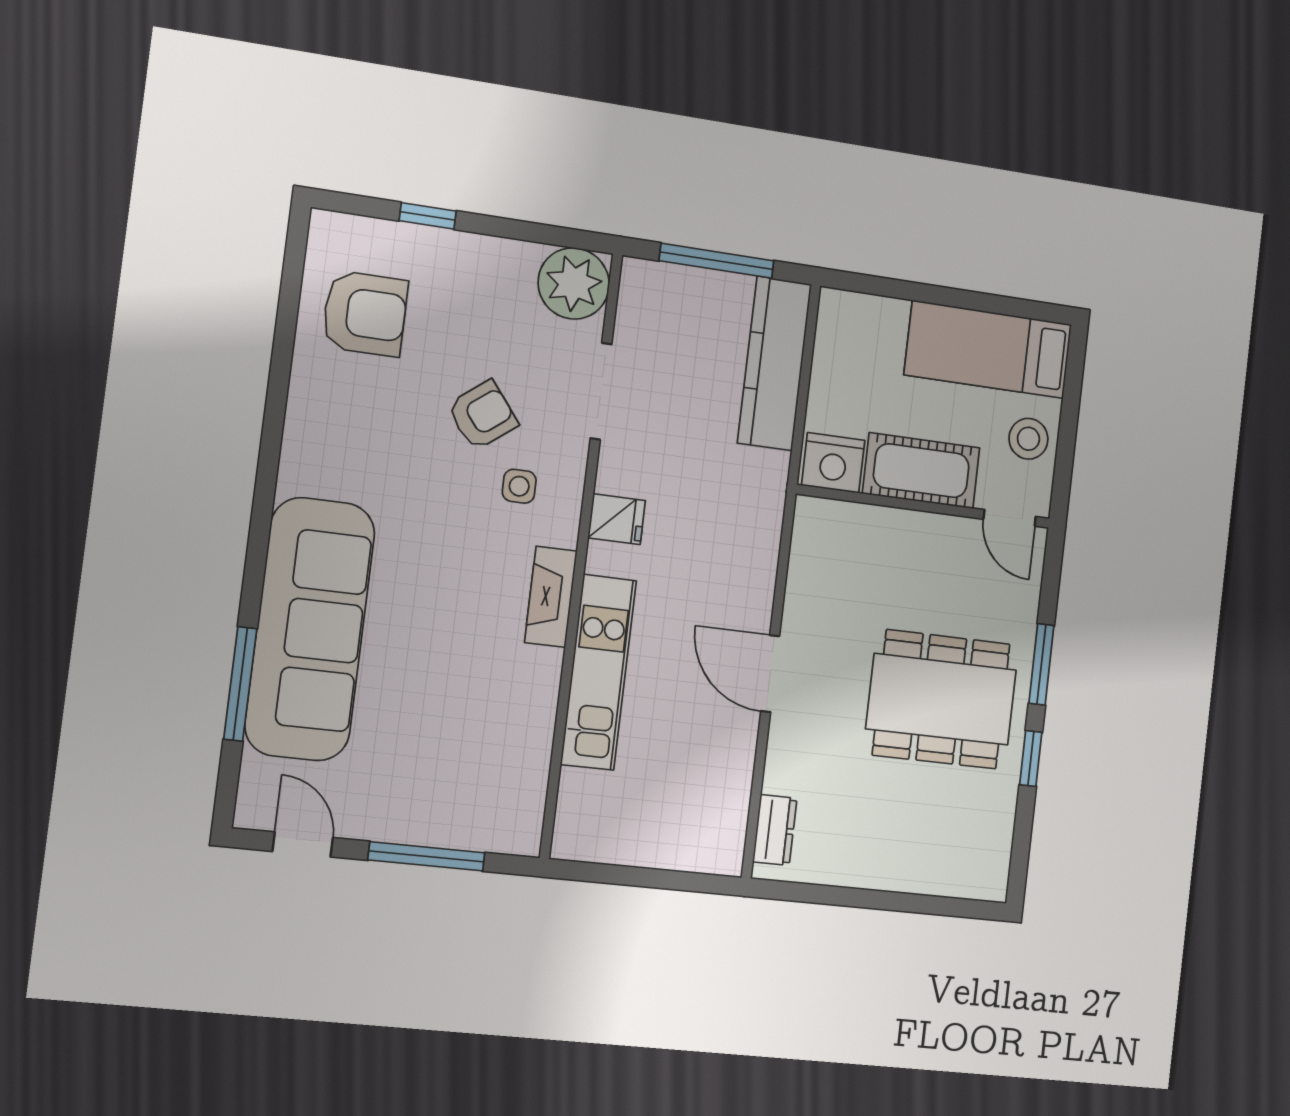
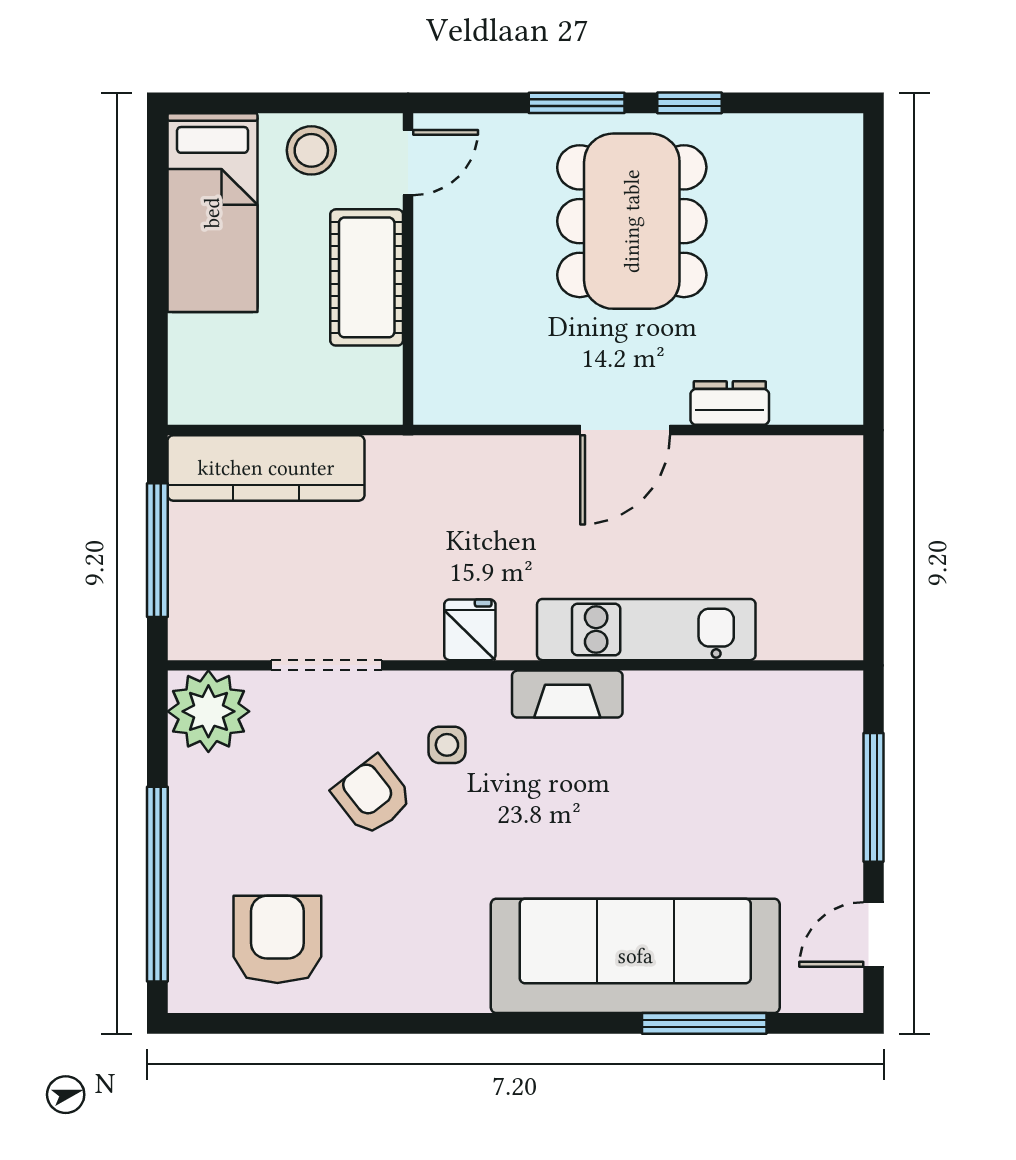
window: (428, 216) -> (157, 884), width x3.17
nightstand: (833, 463) -> (372, 385), removed
dresser: (775, 830) -> (730, 403), moved

